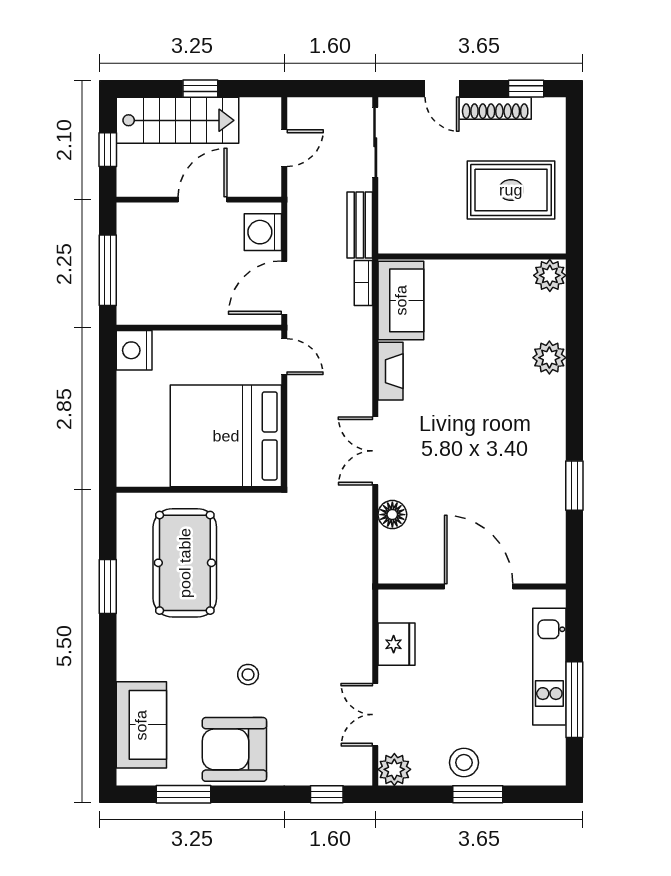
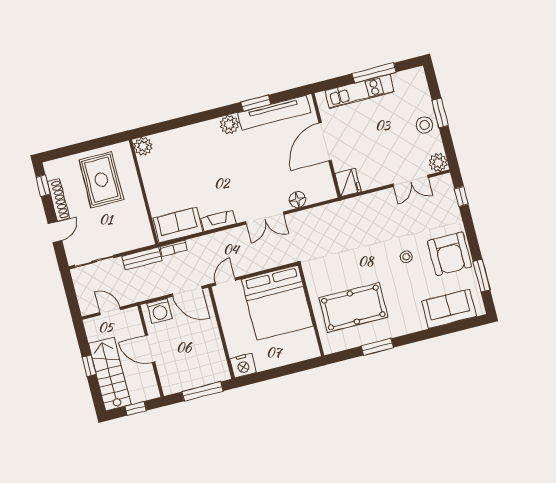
plant: (549, 358) -> (229, 124), moved
tv unit: (550, 512) -> (274, 113), added
fridge: (396, 644) -> (348, 183), moved, turned 90

